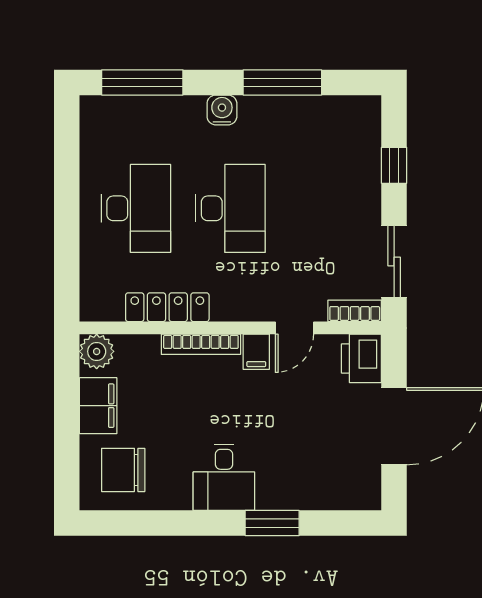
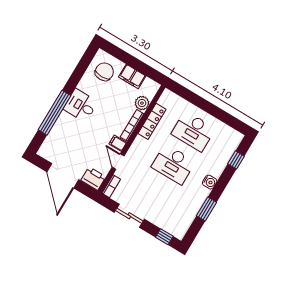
window: (142, 82) -> (236, 160), width x0.46
window: (282, 82) -> (207, 209), width x0.69
window: (394, 165) -> (164, 237), moved
sliding door: (394, 261) -> (129, 216), moved
plant: (97, 351) -> (142, 103), moved
window: (272, 523) -> (54, 113), width x2.11

